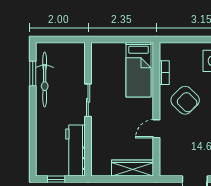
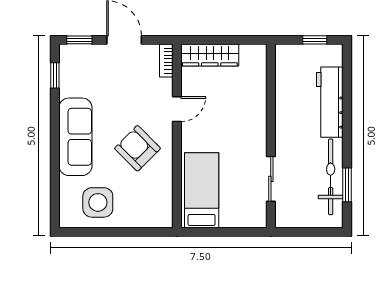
bookcase: (164, 73) -> (166, 61), moved
sliding door: (88, 100) -> (271, 179), moved
workbench: (76, 151) -> (330, 102), moved, turned 180

